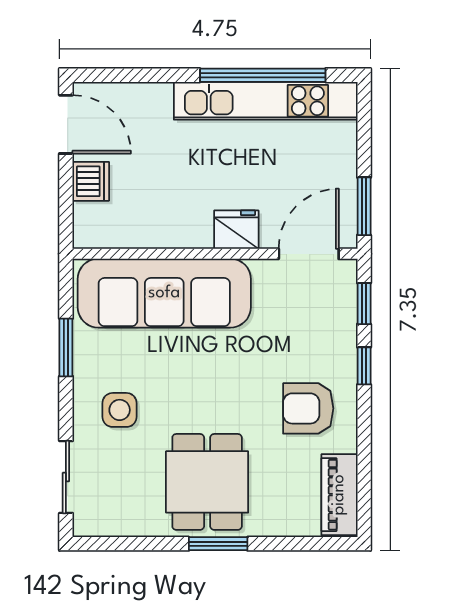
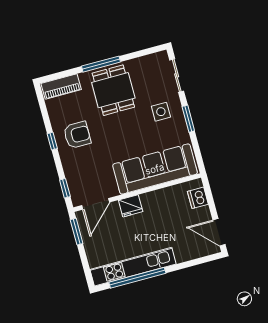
dishwasher: (91, 181) -> (198, 198), moved
window: (66, 347) -> (188, 119), moved
window: (364, 366) -> (52, 141), moved
piano: (339, 495) -> (61, 87), moved, turned 90
window: (218, 544) -> (101, 64), width x1.44

